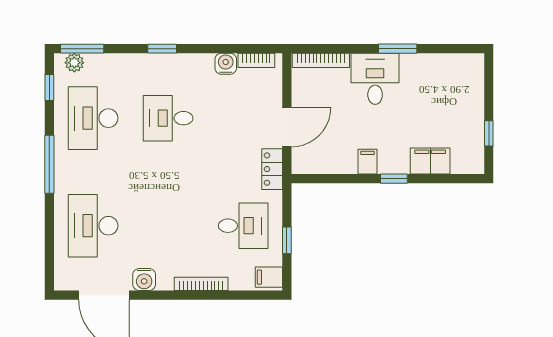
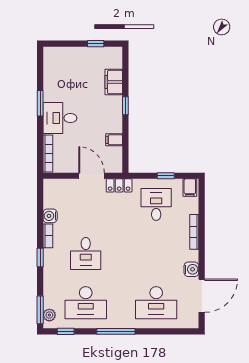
bookcase: (256, 60) -> (48, 236), moved
filing cabinet: (368, 162) -> (114, 140), moved

